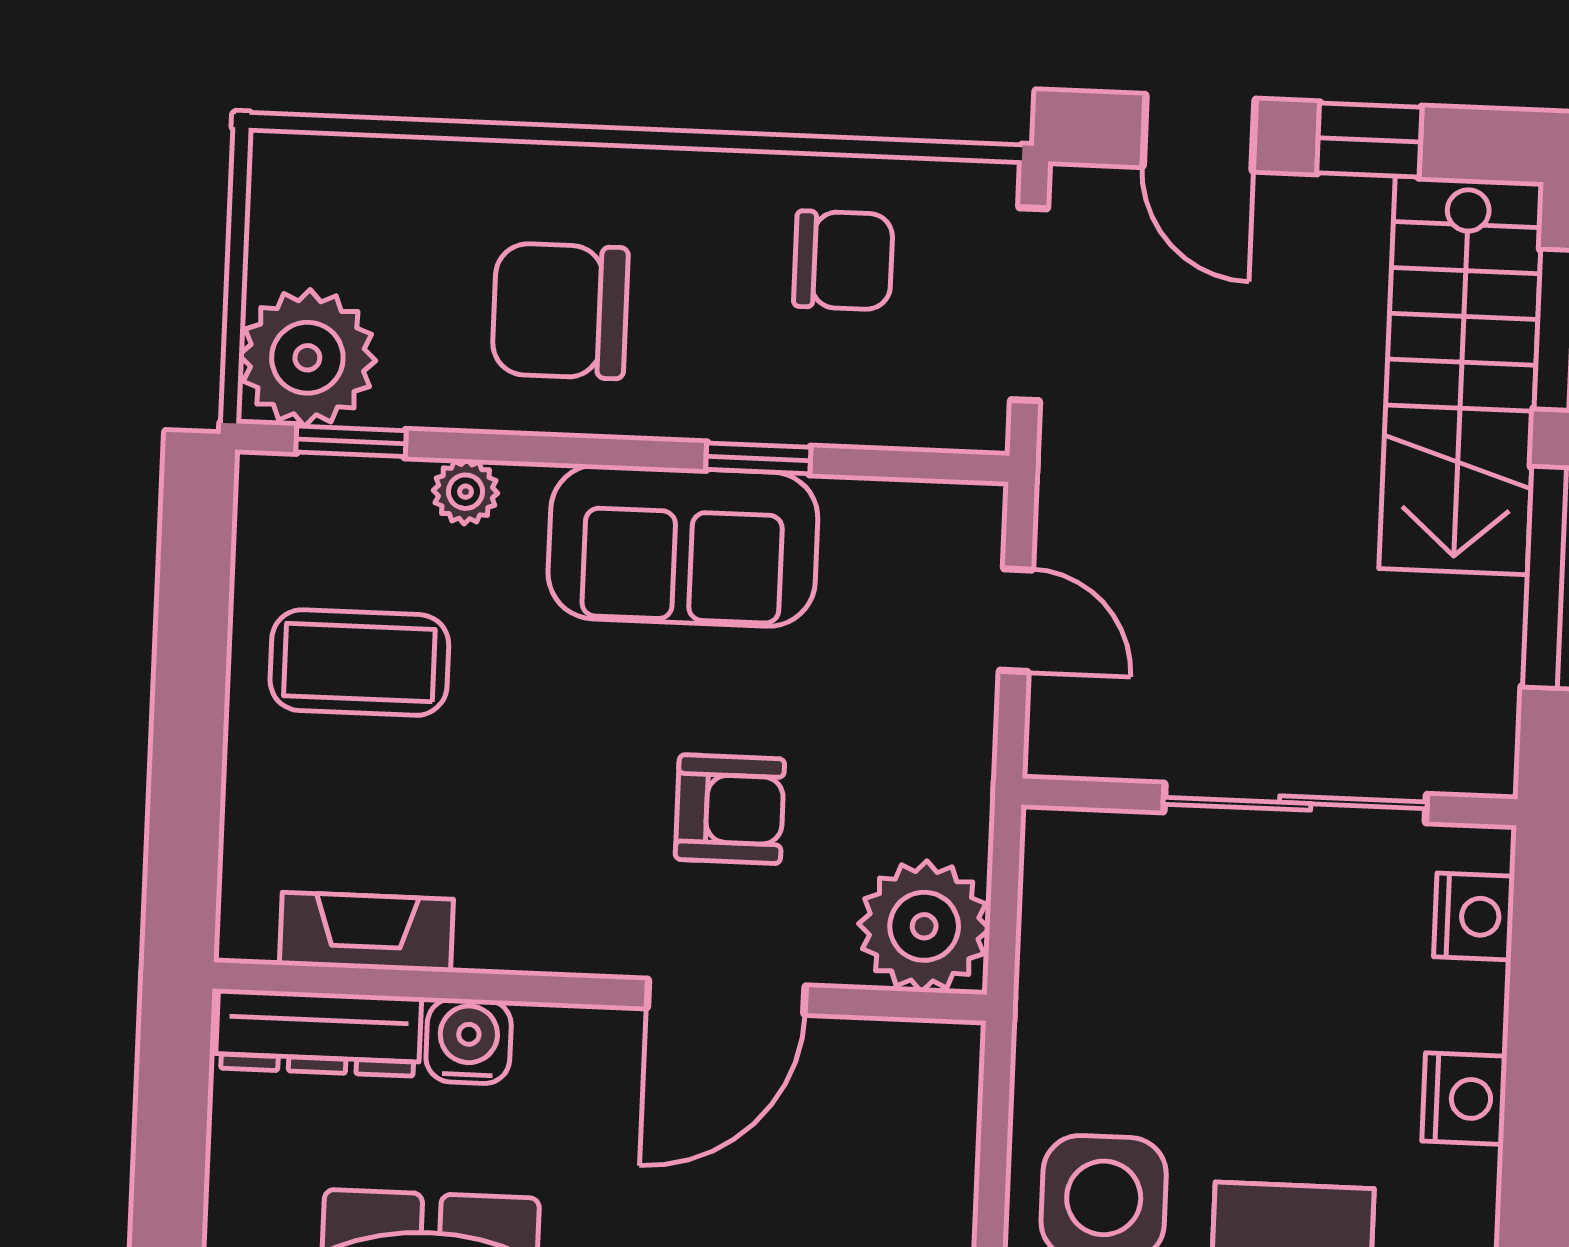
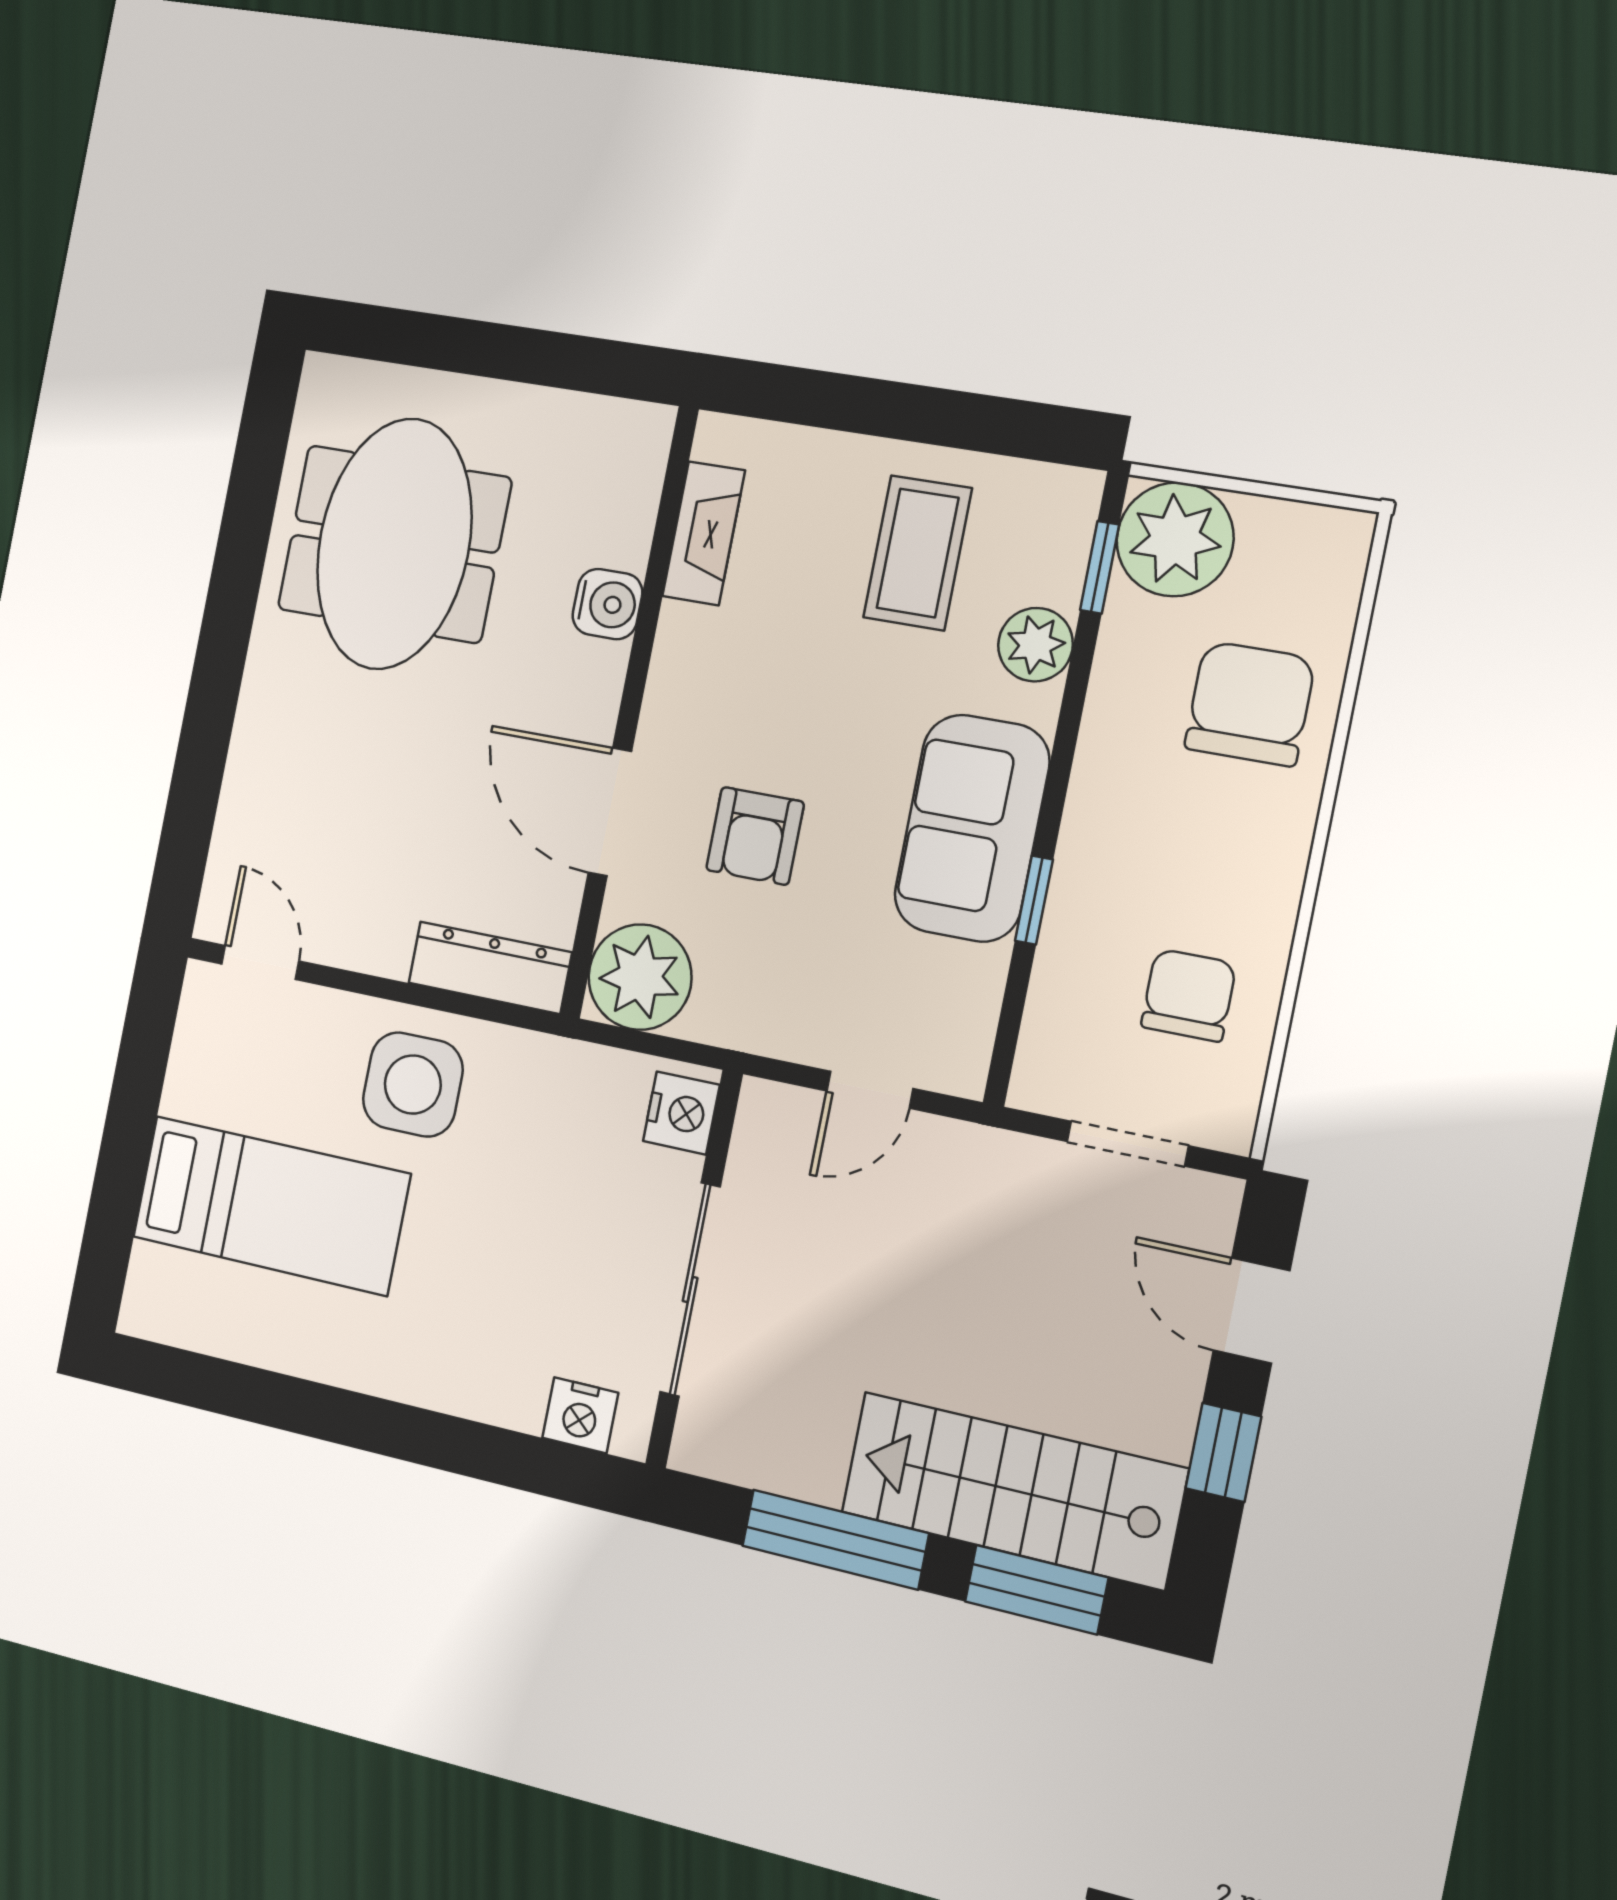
door: (1199, 133) -> (1252, 1311), hinge flipped
chair: (843, 260) -> (1189, 995), turned 180
doorway: (1029, 304) -> (1128, 1144), width x0.73
chair: (560, 311) -> (1250, 704), moved
plant: (465, 492) -> (1035, 645), width x1.38, depth x1.38
dresser: (318, 1033) -> (490, 968), moved, turned 90
nightstand: (1464, 1099) -> (681, 1113), moved, turned -90

